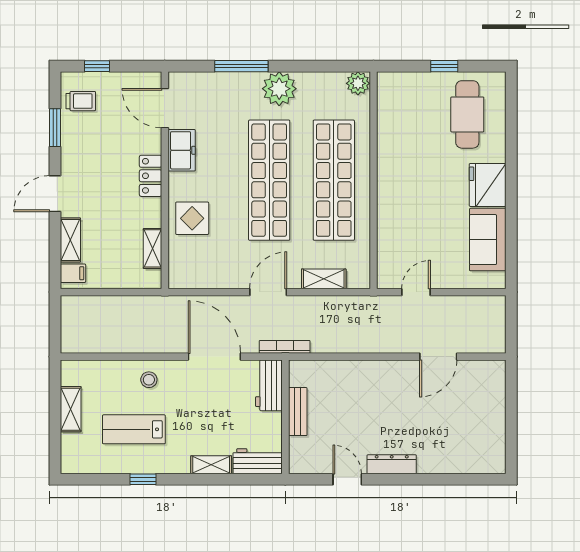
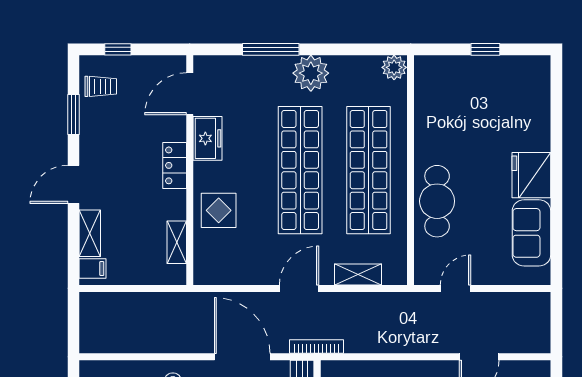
door: (165, 108) -> (190, 94), hinge flipped
cafe table: (467, 114) -> (437, 201), moved

